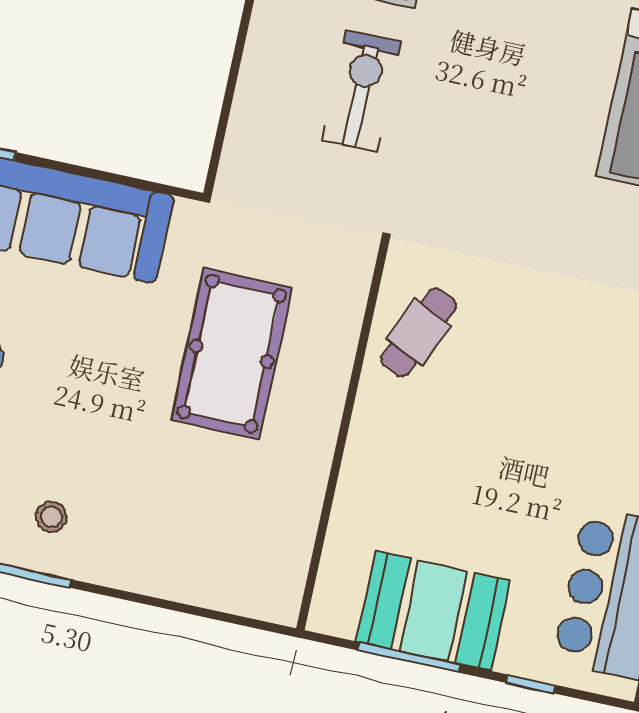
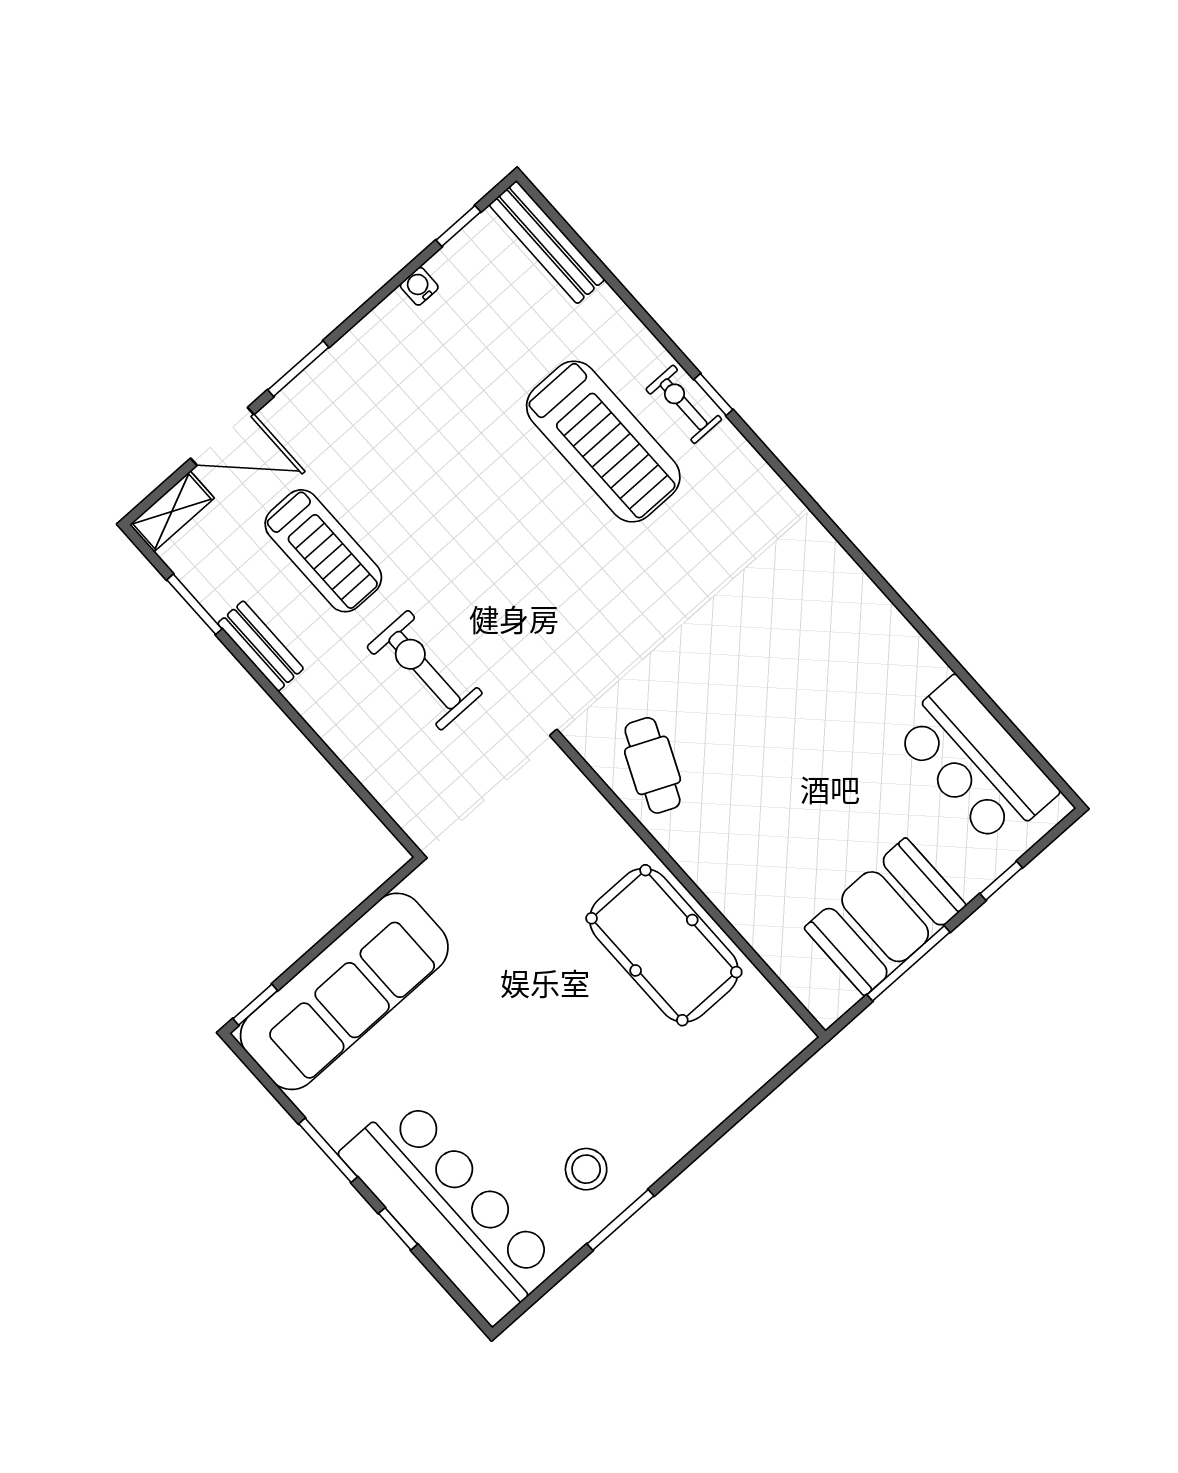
pool table: (232, 354) -> (664, 945), moved
stool: (51, 517) -> (586, 1169), width x1.37, depth x1.37

